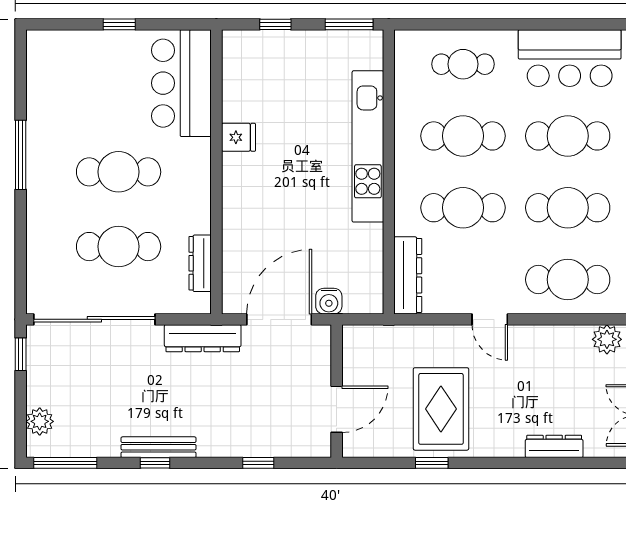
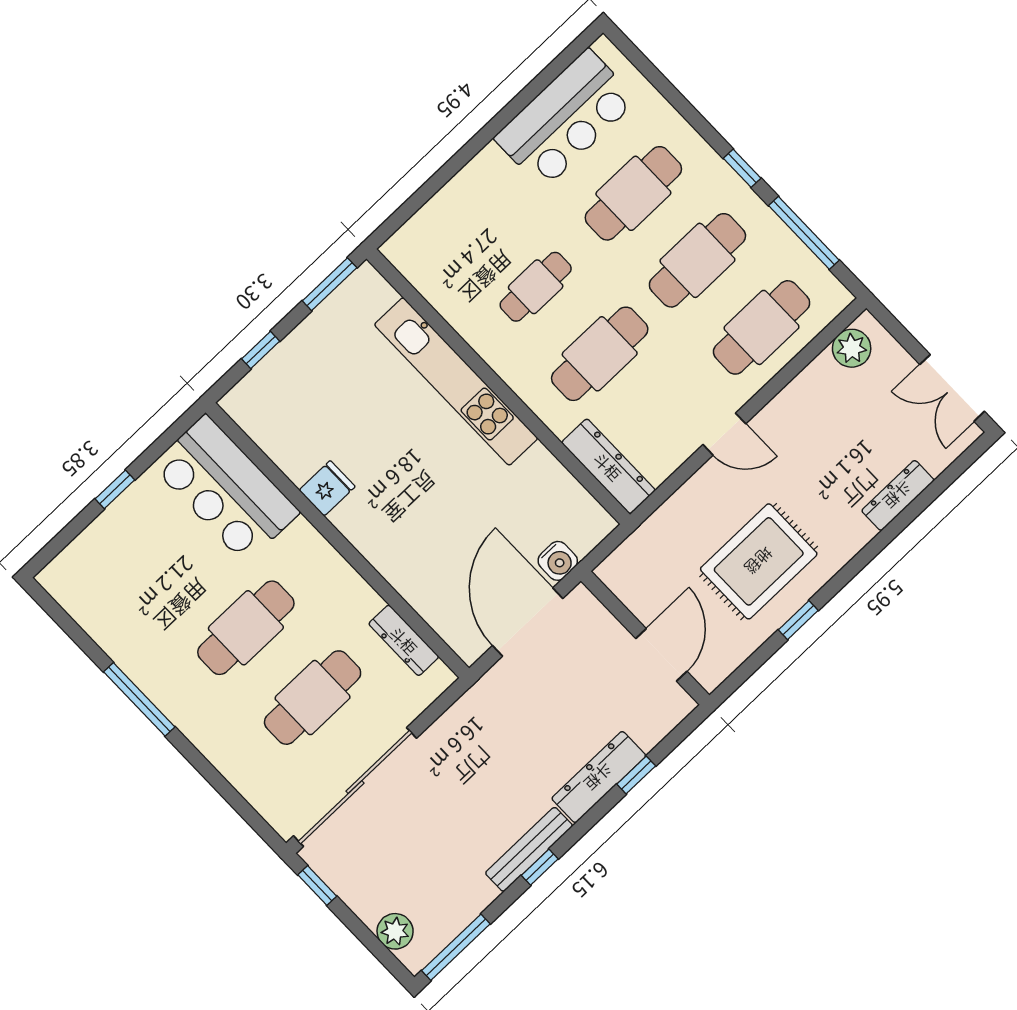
cafe table: (463, 64) -> (472, 220), removed
cafe table: (463, 136) -> (536, 287), width x0.73, depth x0.74
dresser: (203, 338) -> (599, 777), moved, turned 180
rug: (441, 409) -> (759, 561), turned 90

